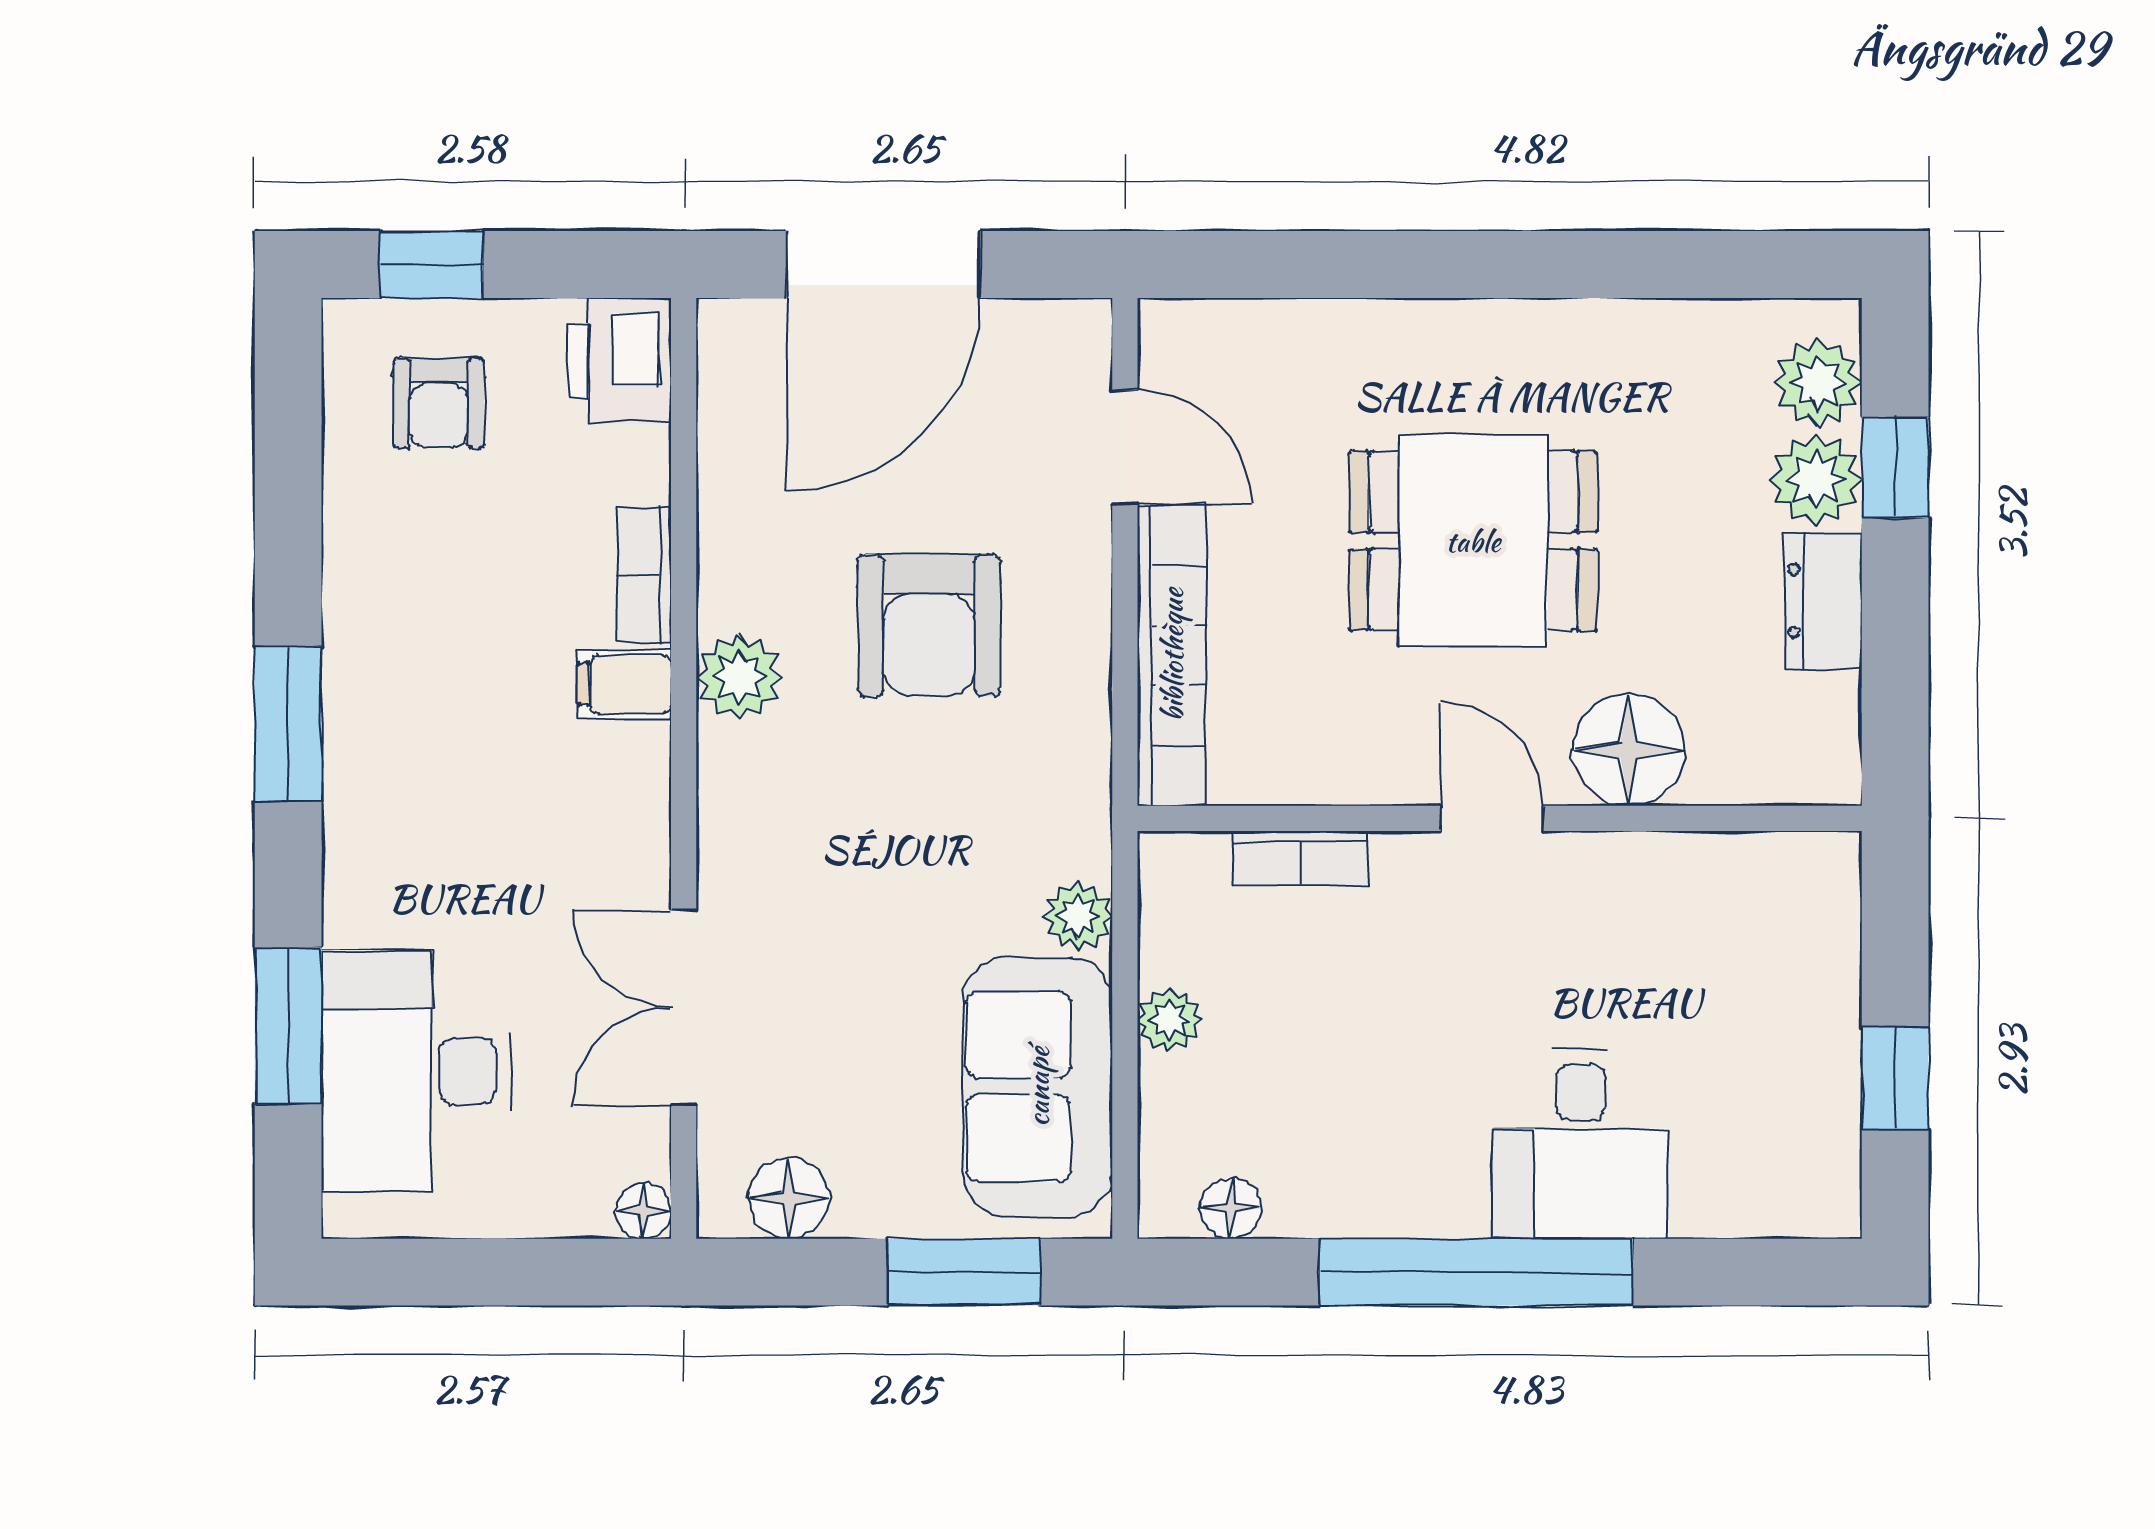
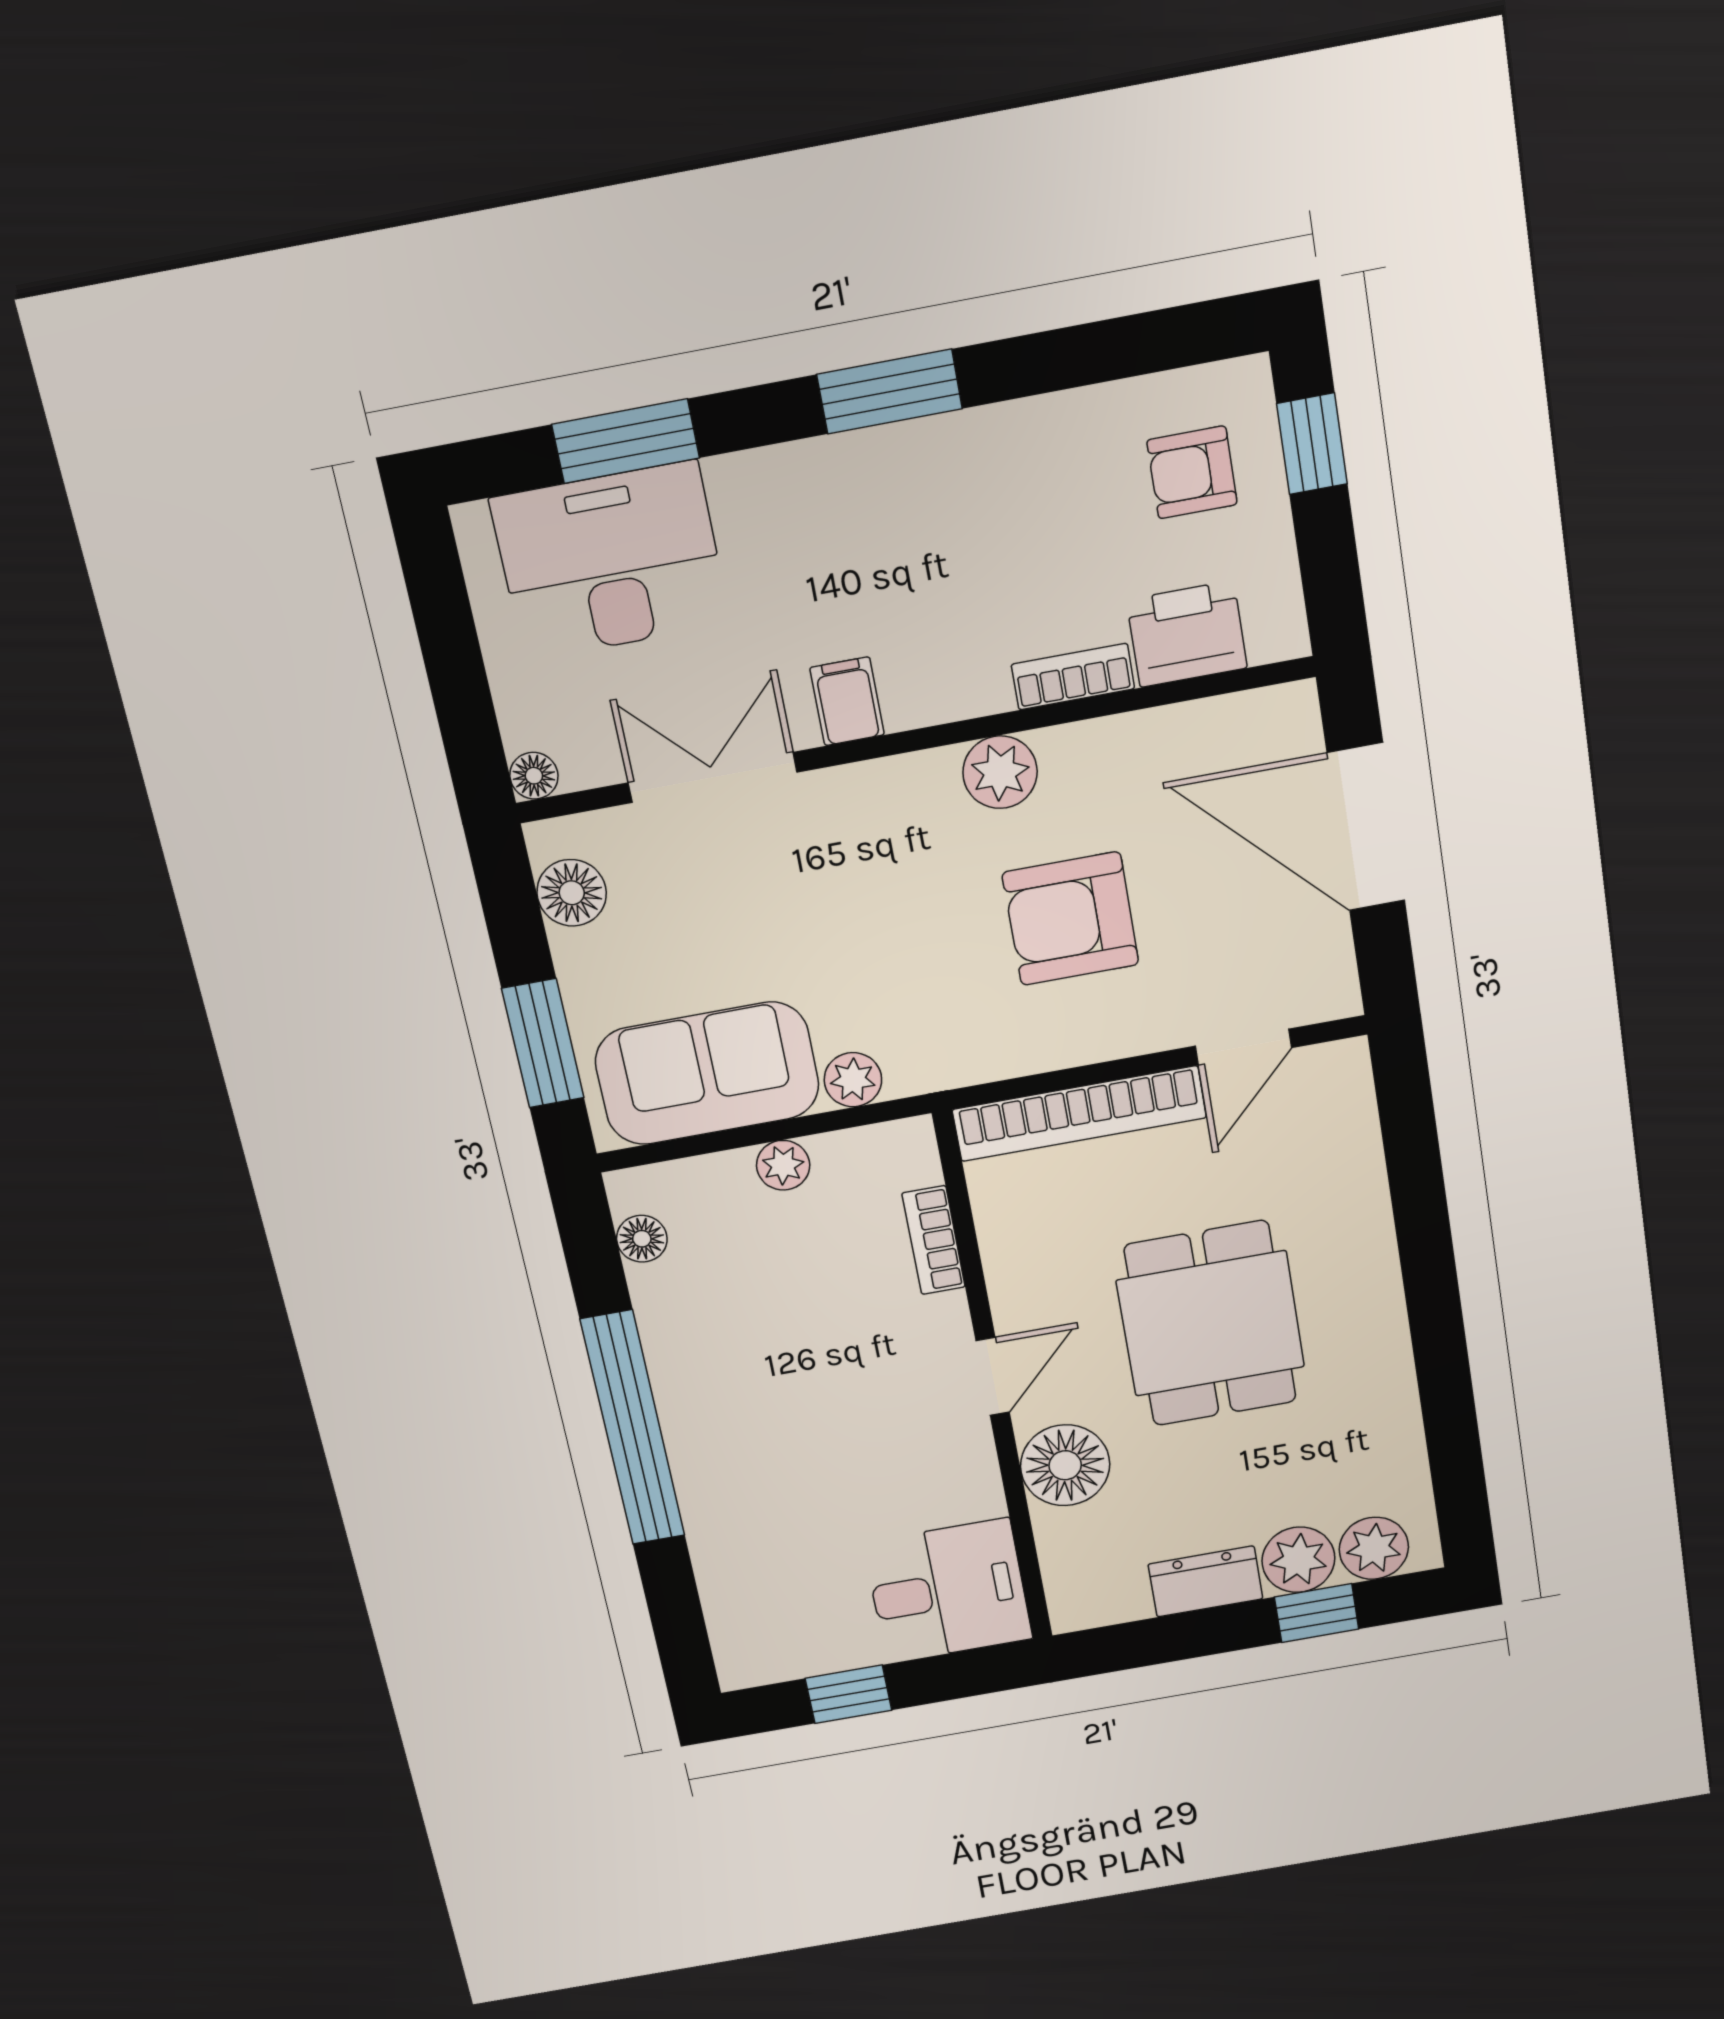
printer: (619, 361) -> (1187, 634), moved
filing cabinet: (624, 684) -> (847, 701), moved
desk: (1581, 1144) -> (948, 1591), moved, turned 180

